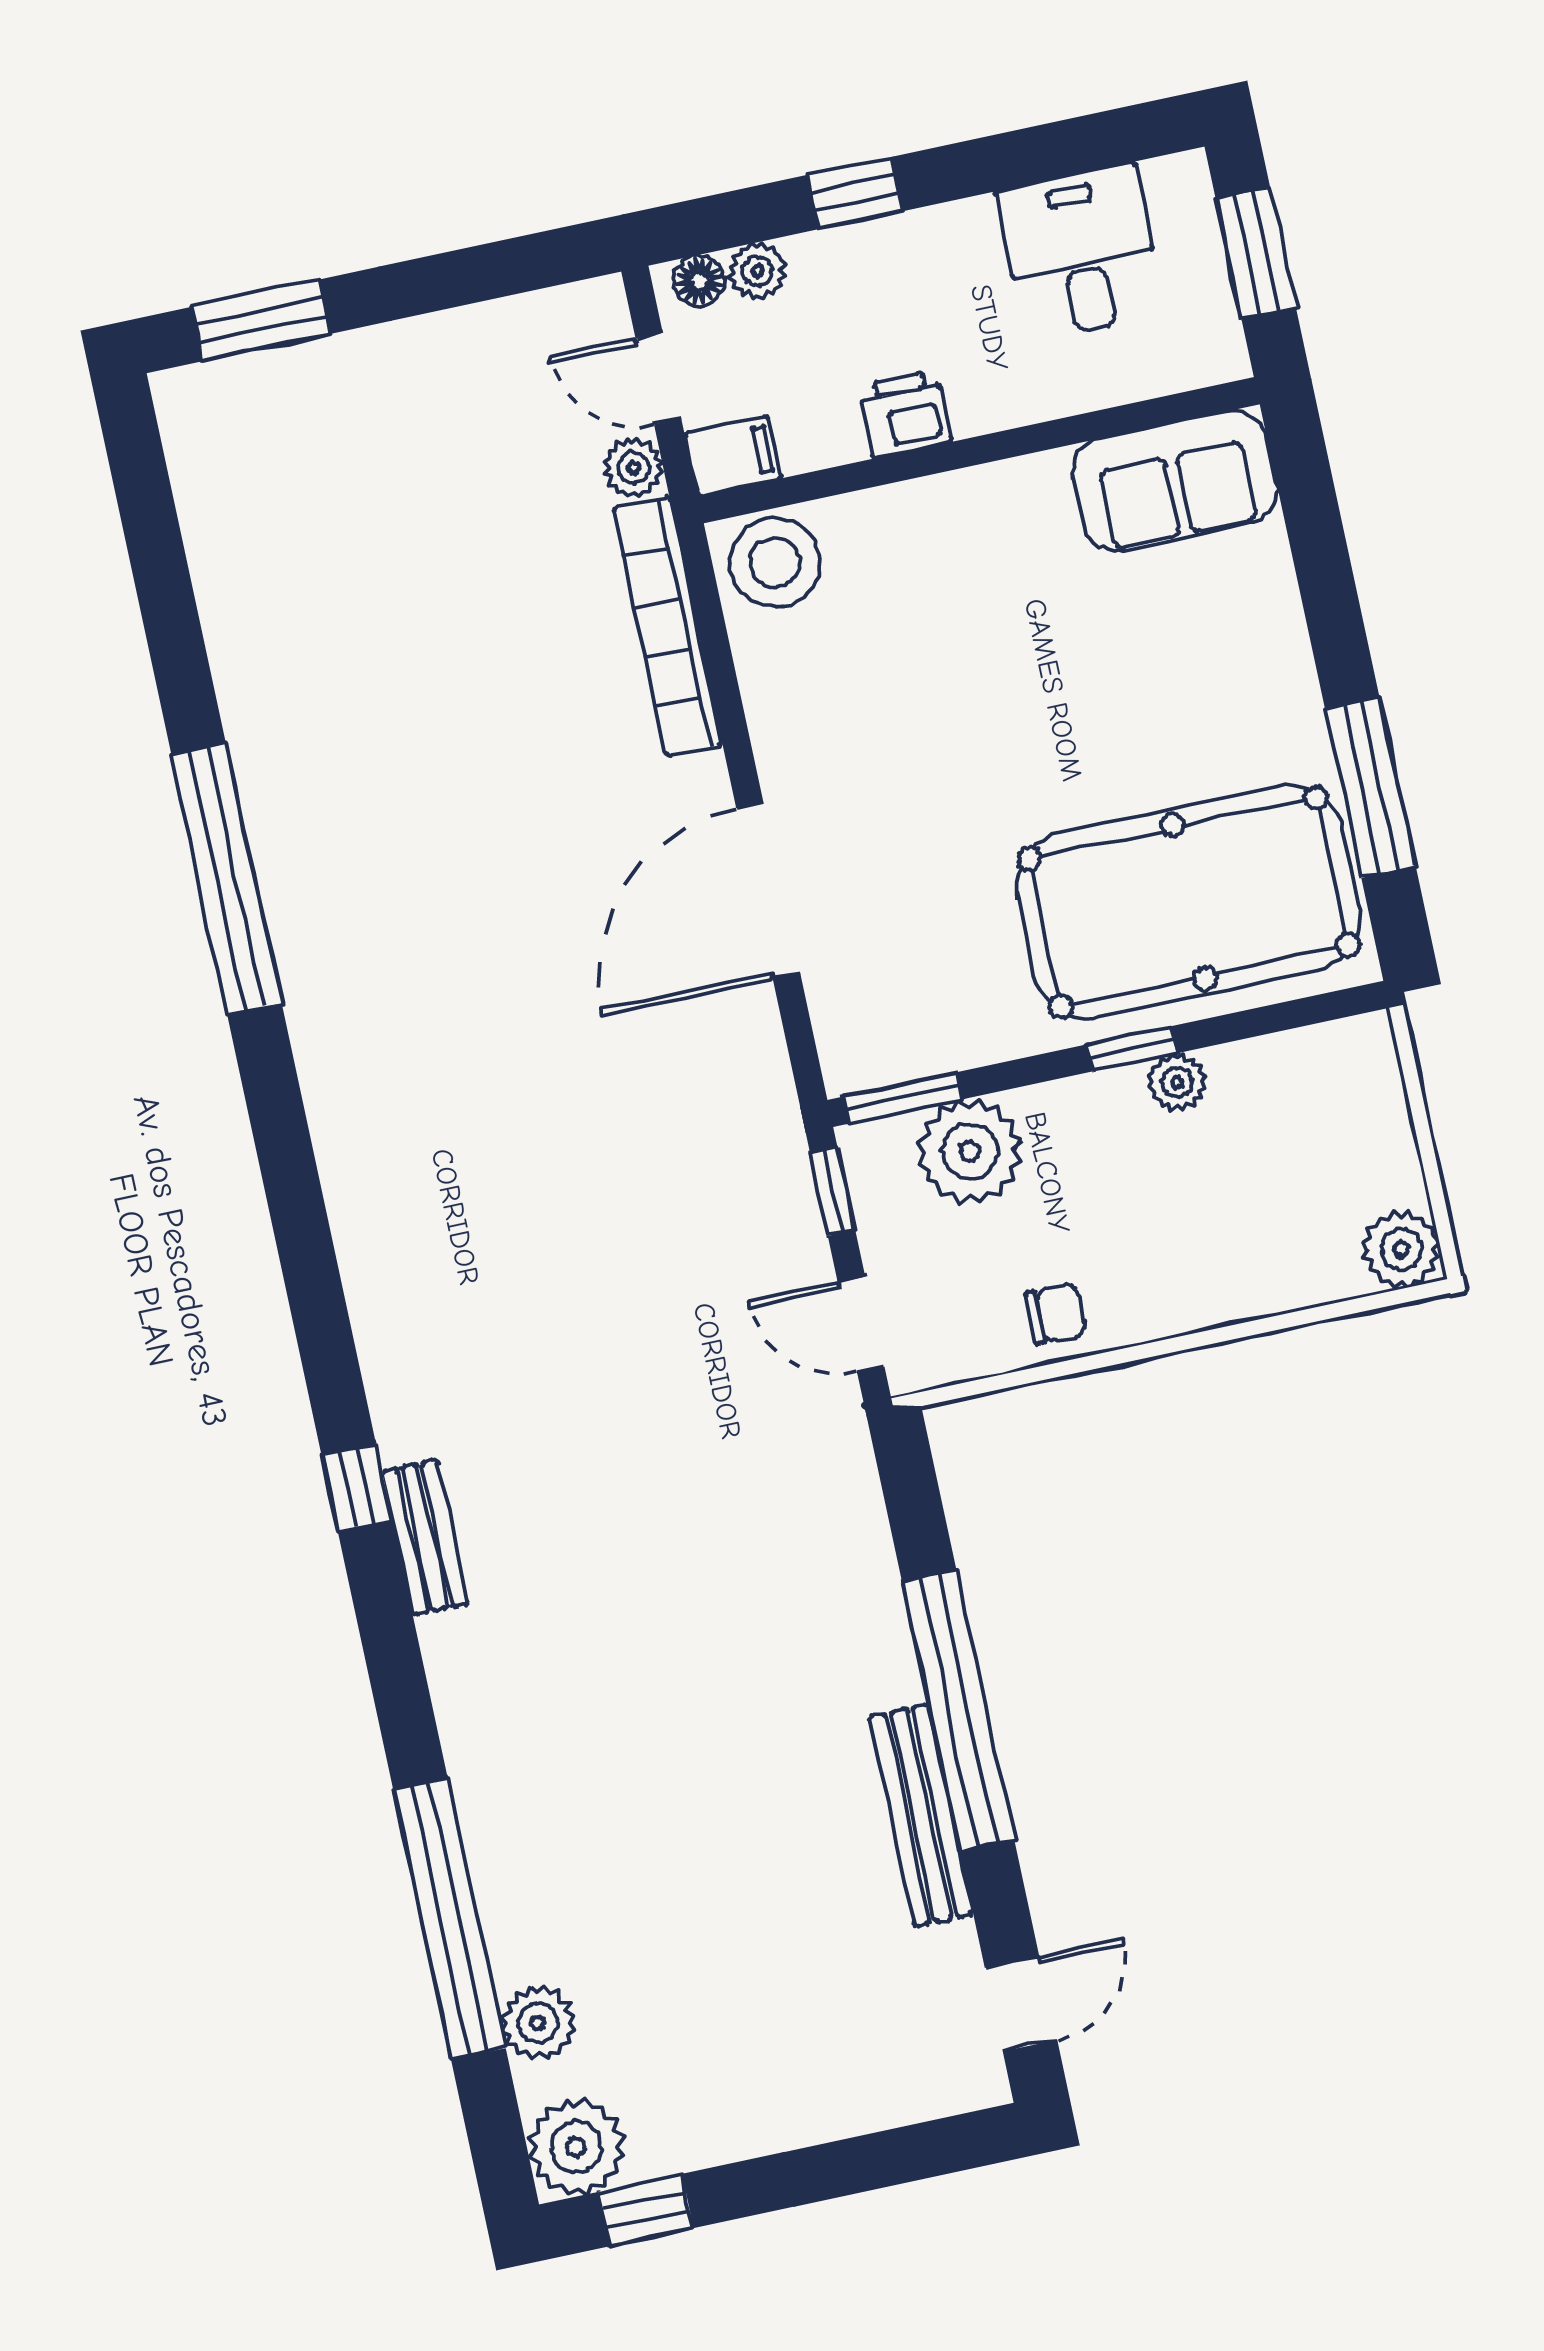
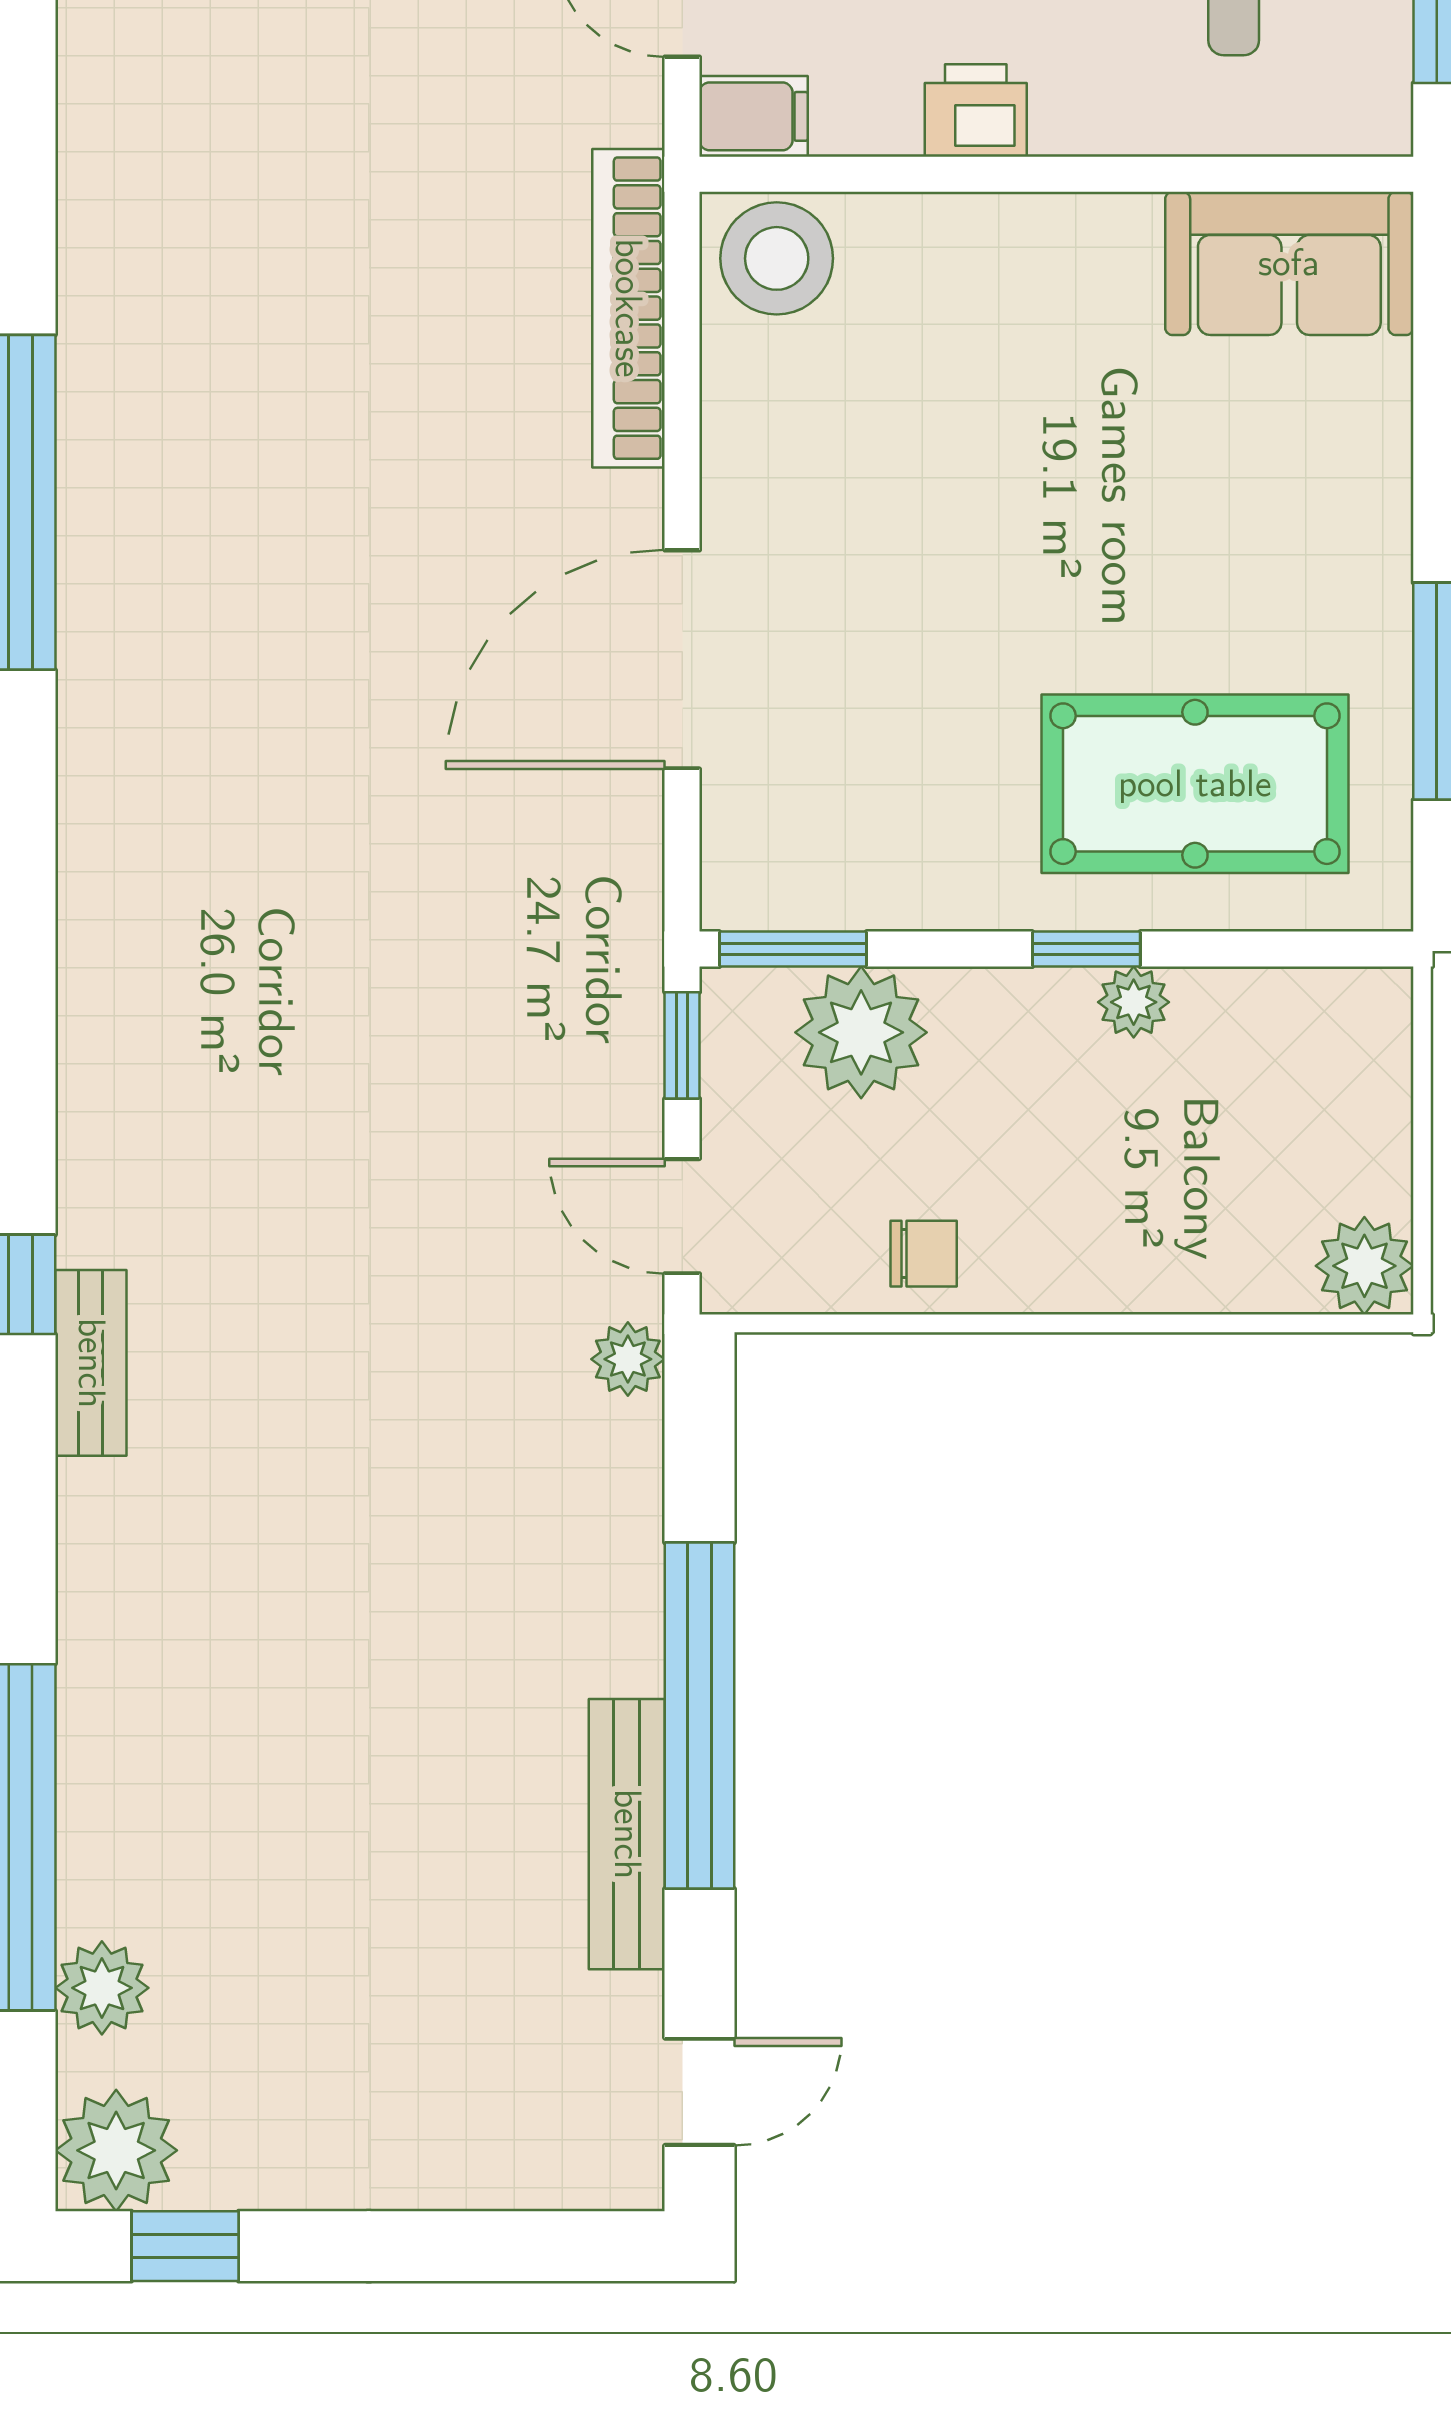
plant: (633, 468) -> (628, 1359), moved
pool table: (1189, 902) -> (1195, 784), width x0.73, depth x0.76

